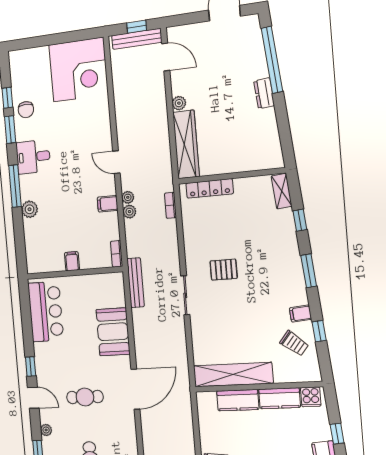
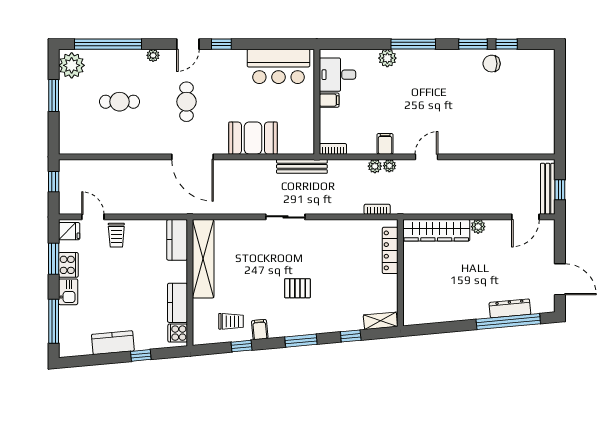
corner desk: (78, 70) -> (525, 125), removed
dresser: (264, 93) -> (510, 308), moved, width x1.44
desk: (33, 157) -> (337, 75), moved, turned -90
pallet: (224, 270) -> (297, 288), moved, turned 90
trolley: (294, 343) -> (231, 321), turned -128
kitchen counter: (238, 400) -> (177, 240), moved

